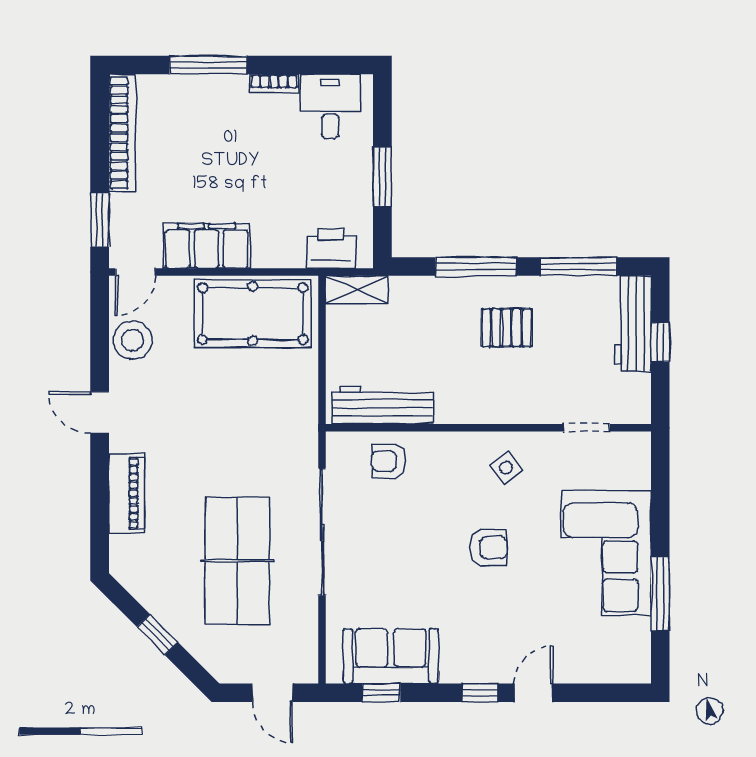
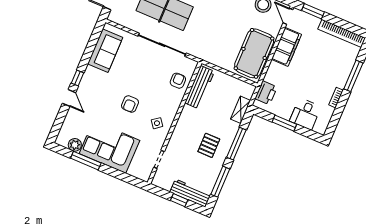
desk: (330, 106) -> (305, 114), moved, turned 90
shelving: (357, 290) -> (241, 110), moved
plant: (635, 634) -> (75, 145), added
window: (381, 693) -> (93, 41), removed

